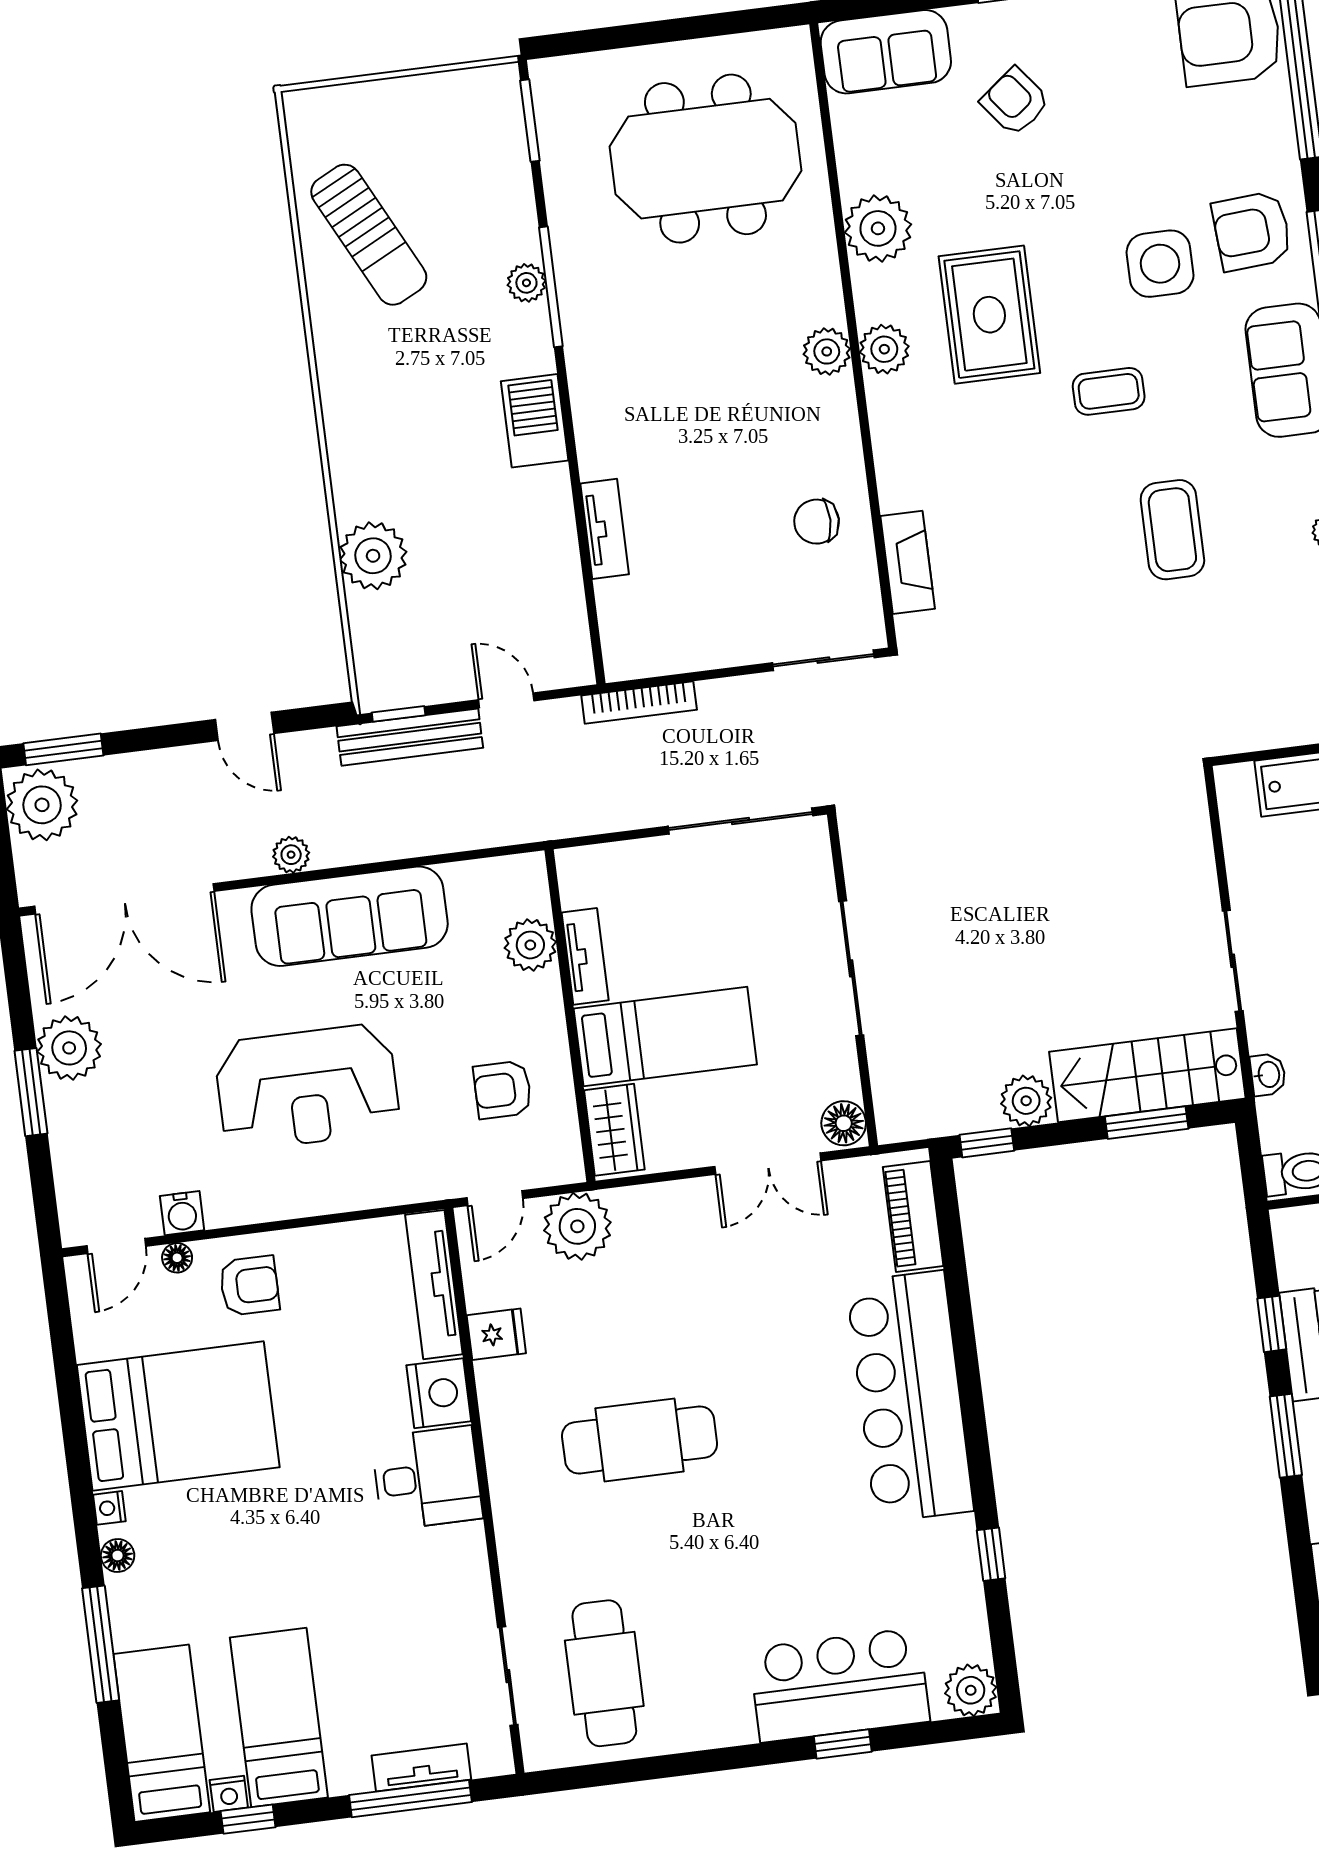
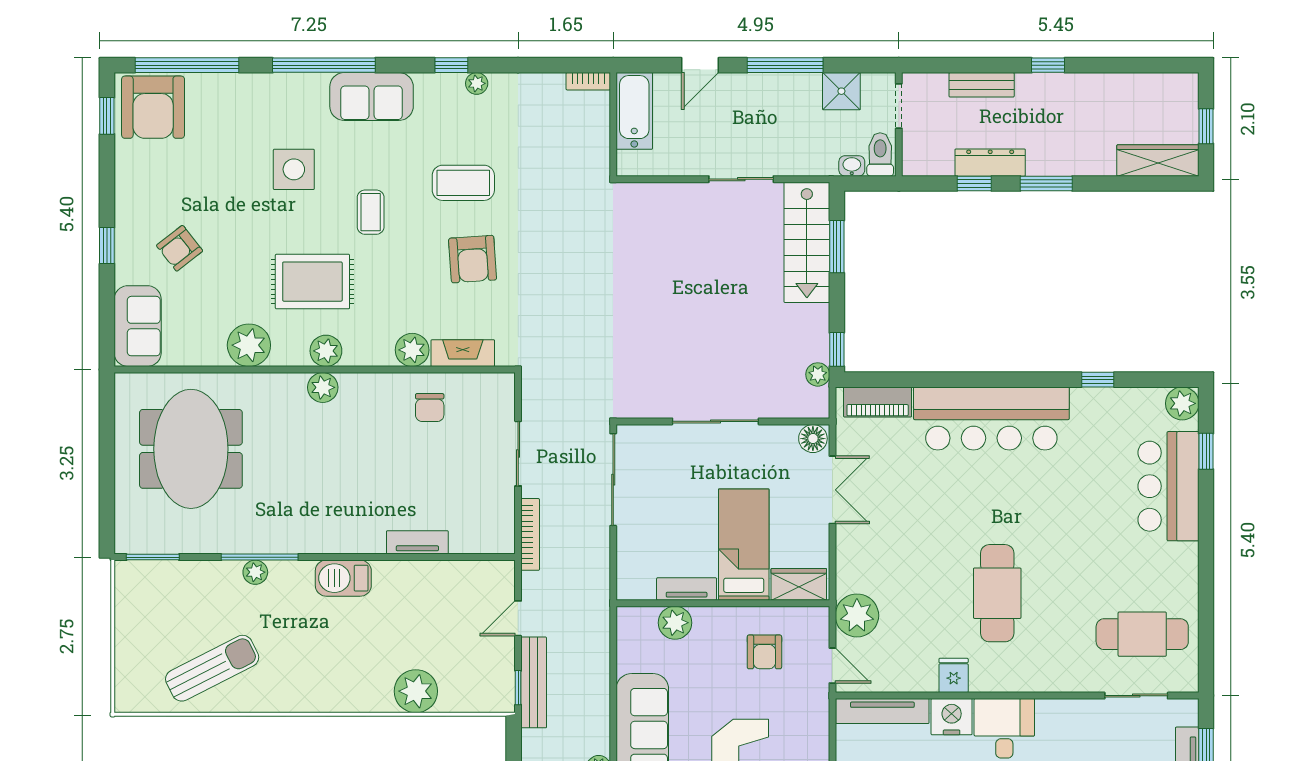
armchair: (1252, 231) -> (473, 259), moved
plant: (903, 483) -> (412, 350), added
sliding door: (823, 660) -> (518, 454), moved
washbasin: (1268, 1075) -> (852, 166), moved
plant: (1026, 1101) -> (818, 374), moved, width x0.73, depth x0.73
fridge: (496, 1334) -> (954, 675), moved
window: (843, 1744) -> (1206, 451), moved

